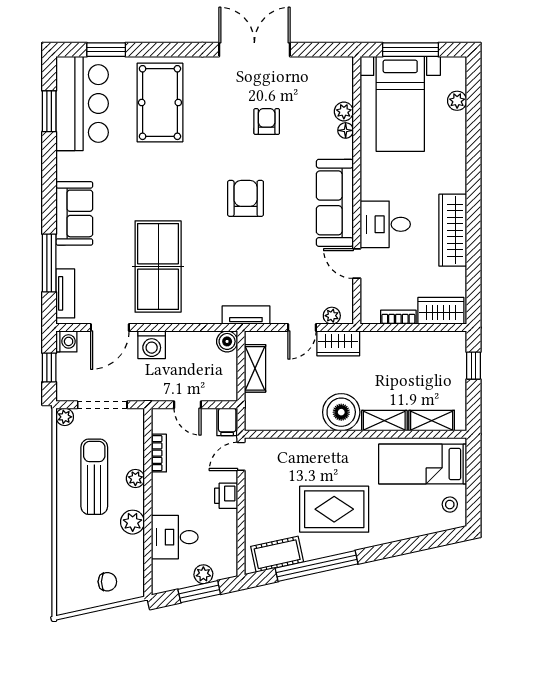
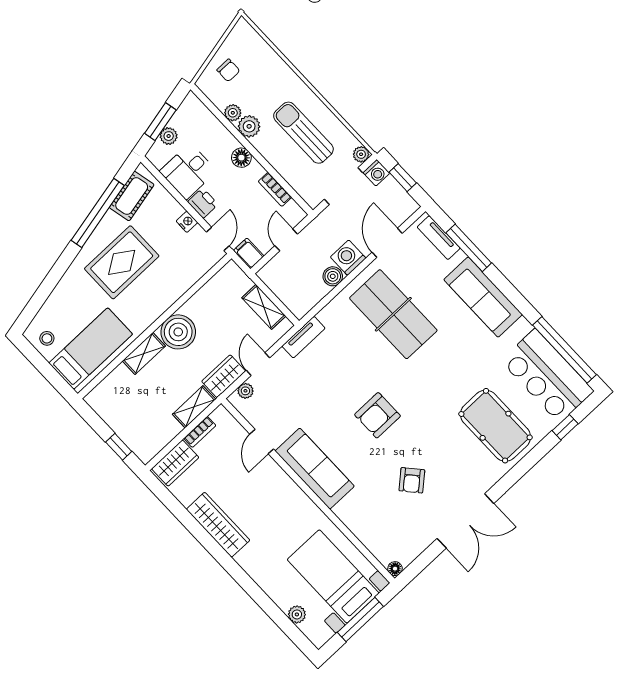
window: (106, 50) -> (565, 427), width x0.67
window: (49, 111) -> (564, 350), width x2.11
plant: (344, 111) -> (366, 536), removed
armchair: (267, 121) -> (412, 480), turned 49
floor lamp: (346, 130) -> (395, 569), moved
armchair: (246, 198) -> (377, 415), turned 90
sofa: (74, 213) -> (483, 297), width x1.36
desk: (385, 224) -> (267, 486), removed
door: (357, 264) -> (262, 442), swing flipped
washing machine: (66, 341) -> (376, 173), moved, turned -90
boiler: (227, 341) -> (333, 276), moved
door: (187, 405) -> (286, 240), hinge flipped
shelving: (432, 421) -> (194, 407), moved
sun lounger: (94, 477) -> (303, 133), turned 180
plant: (135, 478) -> (233, 113), moved
nightstand: (253, 493) -> (187, 222), added
floor lamp: (162, 503) -> (241, 158), added
desk: (175, 537) -> (188, 171), moved, turned 180
chair: (107, 582) -> (228, 70), turned -90

